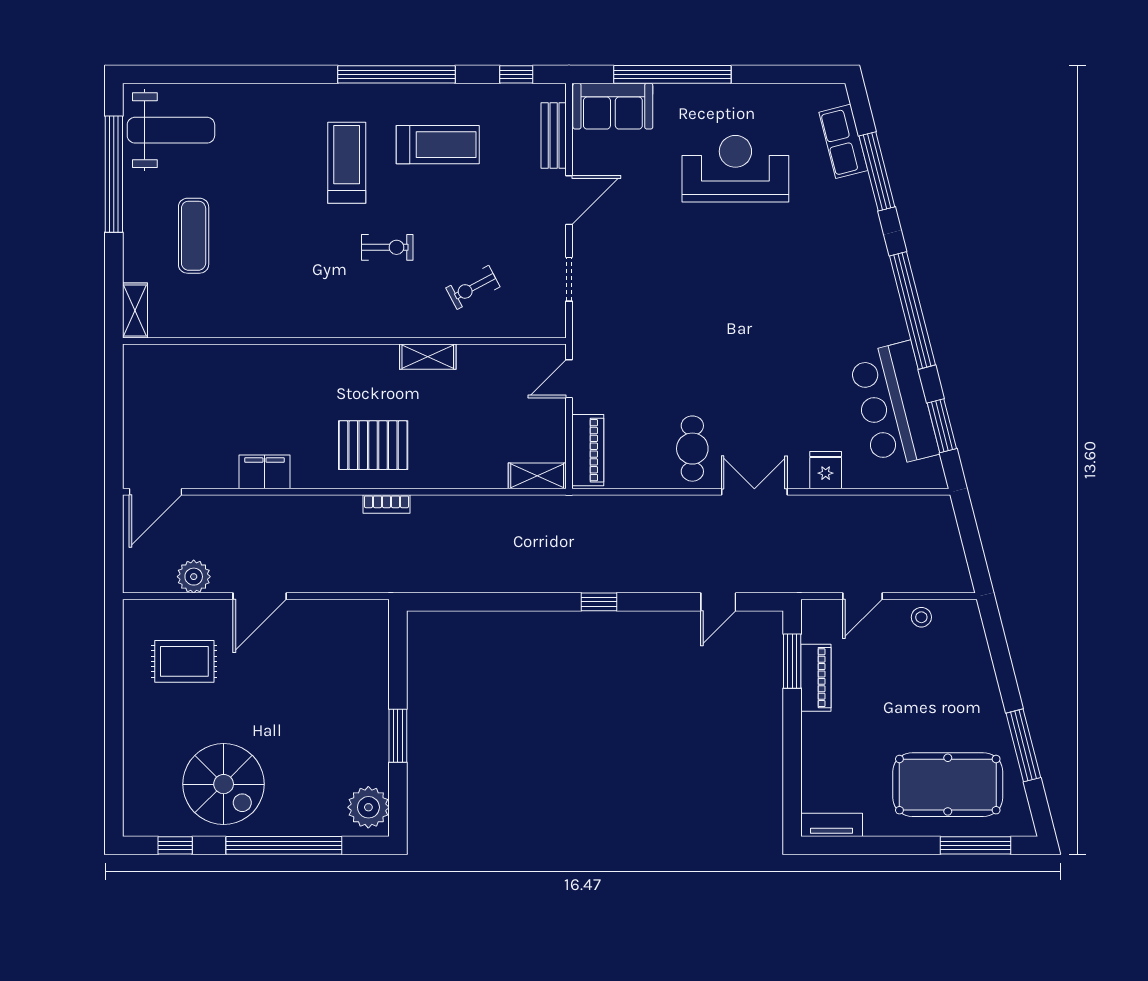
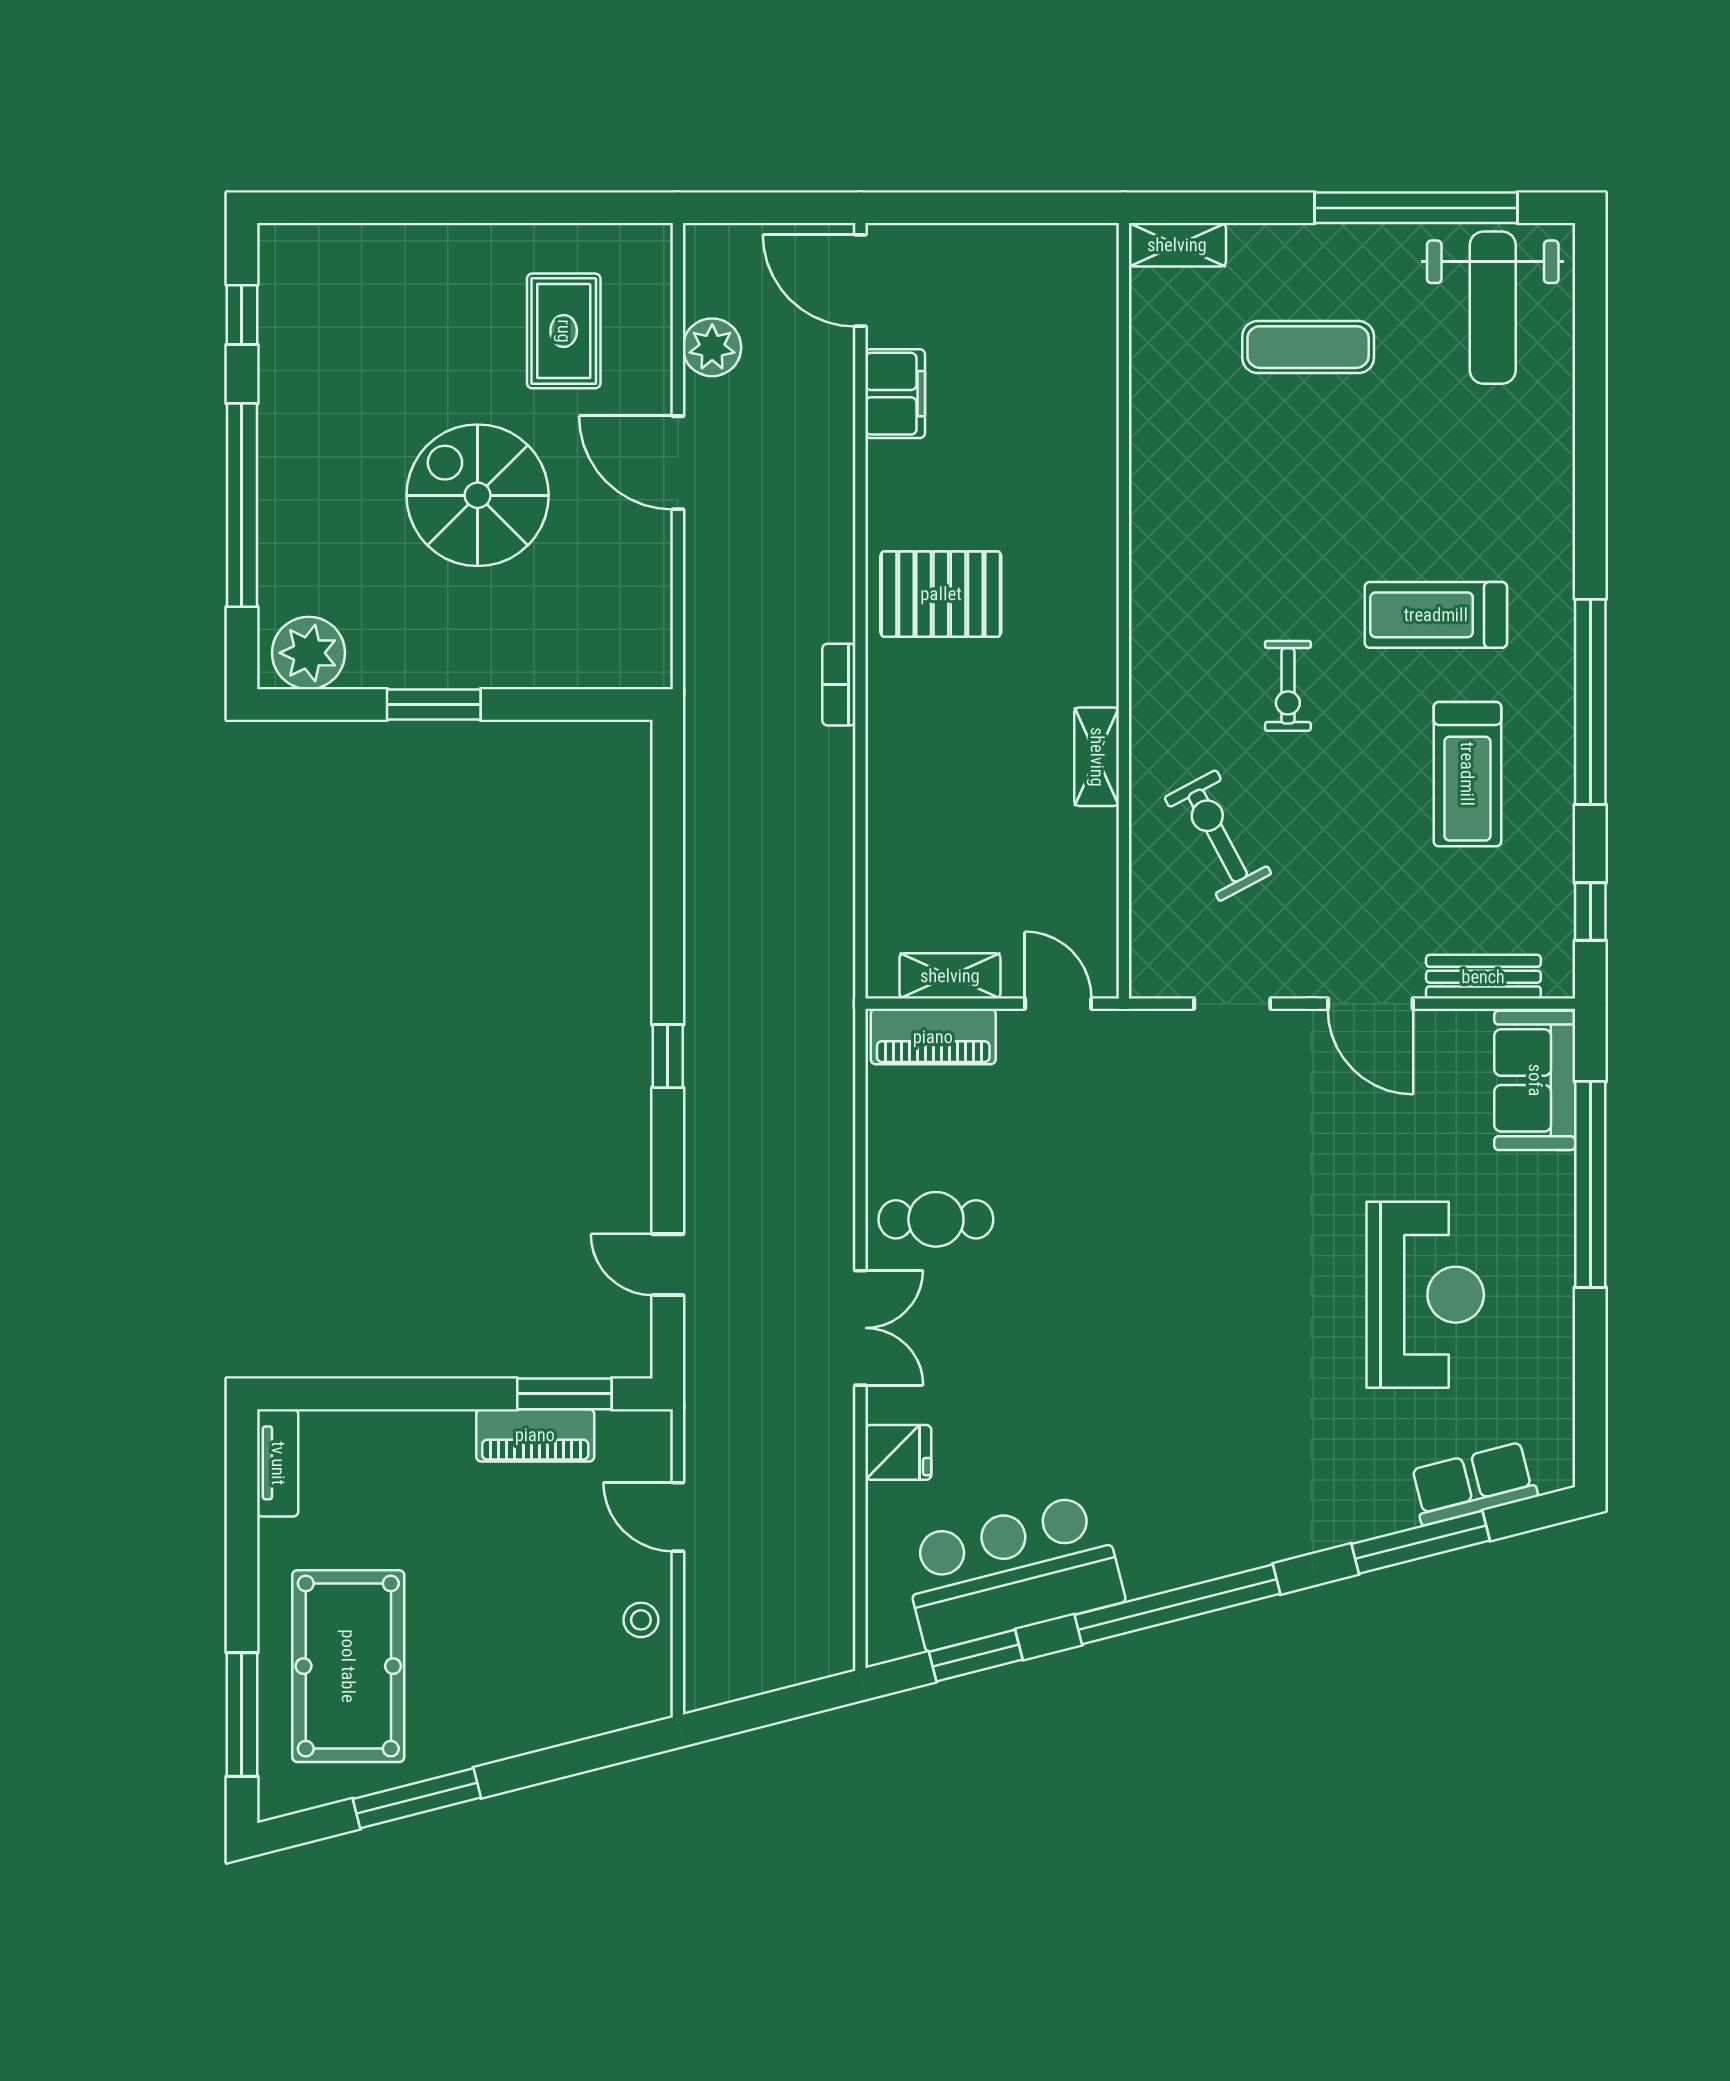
treadmill: (347, 163) -> (1436, 615), turned 180
exercise bike: (473, 287) -> (1218, 836), width x1.38, depth x1.39
pallet: (373, 445) -> (941, 594), moved, turned 90
filing cabinet: (264, 472) -> (895, 394), moved
shelving: (537, 476) -> (950, 976), moved, turned 90
spiral stairs: (224, 784) -> (478, 495), moved, turned 90

